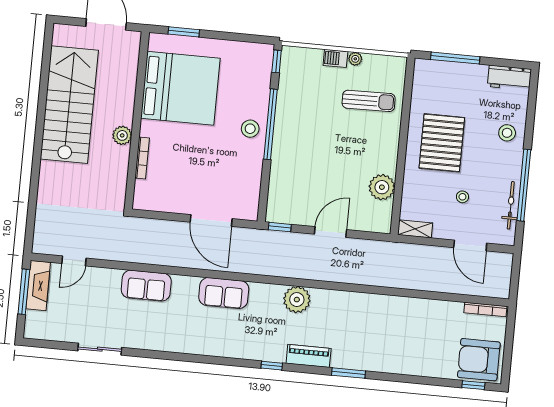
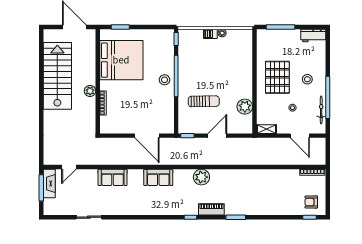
sun lounger: (369, 101) -> (204, 101), moved
stool: (507, 133) -> (307, 79), moved
armchair: (479, 360) -> (311, 202), width x0.53, depth x0.53

